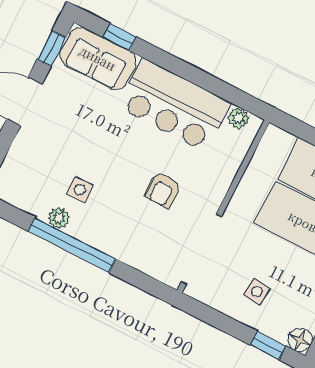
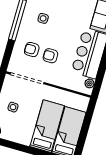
plant: (59, 218) -> (29, 11), removed
armchair: (142, 227) -> (32, 50), added

